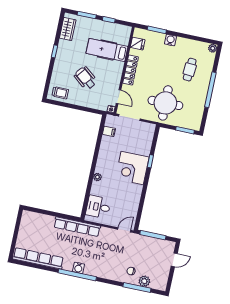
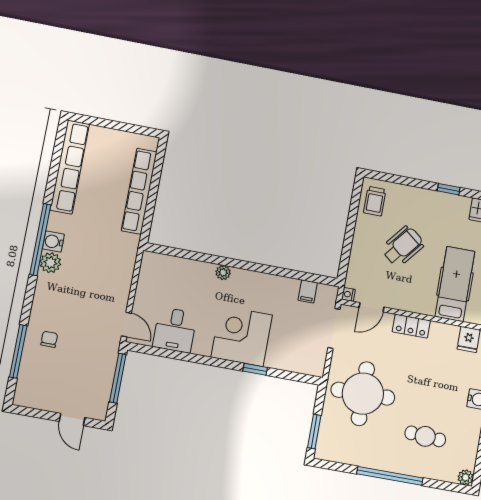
locker: (131, 70) -> (411, 326), width x0.66
desk: (98, 207) -> (175, 330), moved, turned 180
row of seats: (77, 227) -> (139, 191), moved
plant: (144, 281) -> (50, 263), moved

